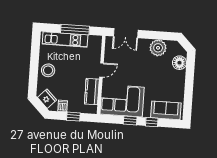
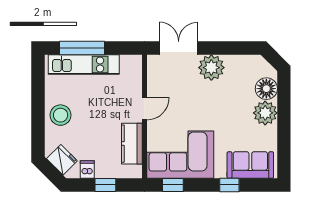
window: (75, 30) -> (82, 48), moved
double door: (126, 33) -> (179, 48), swing flipped
plant: (158, 48) -> (211, 68), moved
plant: (178, 78) -> (265, 113), added
window: (130, 121) -> (173, 185), moved

